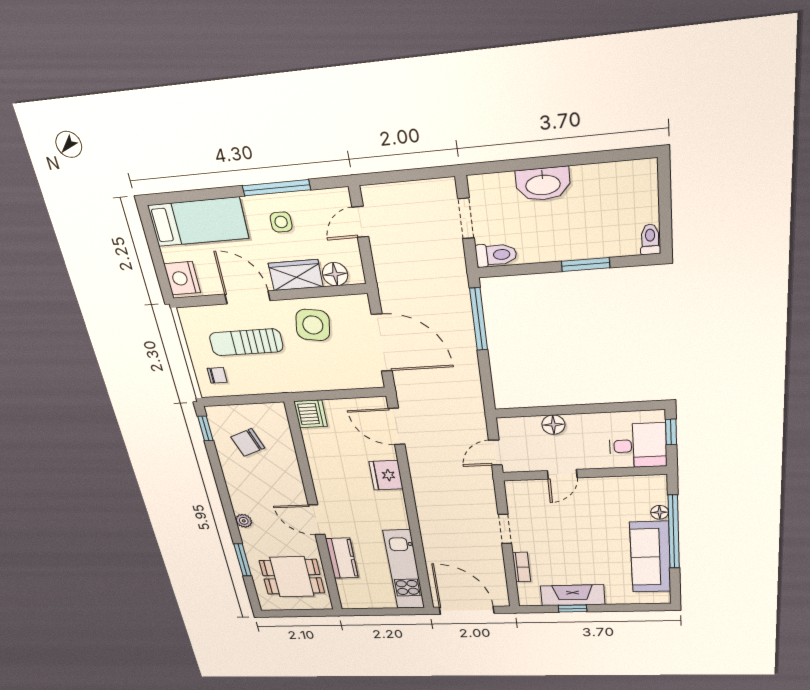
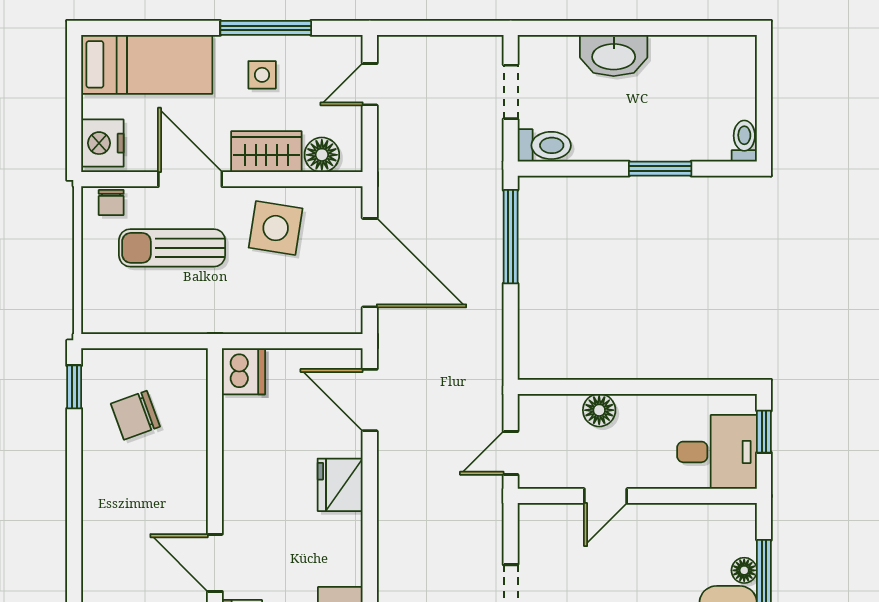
chair: (217, 375) -> (111, 202), moved, turned 90
plant: (244, 521) -> (95, 560), removed

